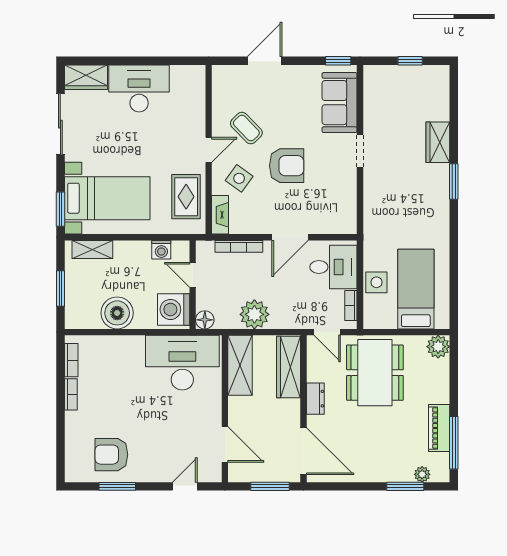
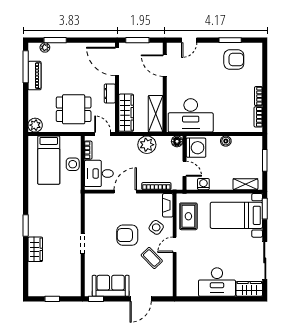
sofa: (340, 103) -> (111, 286), moved, turned -90
boiler: (117, 313) -> (226, 141), width x0.54, depth x0.54
dining table: (375, 373) -> (74, 109), width x0.73

